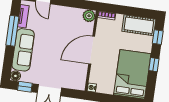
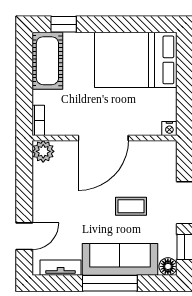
window: (12, 31) -> (110, 283), moved
door: (92, 50) -> (103, 138), hinge flipped
coffee table: (52, 60) -> (131, 206), added
window: (154, 65) -> (113, 24), removed

